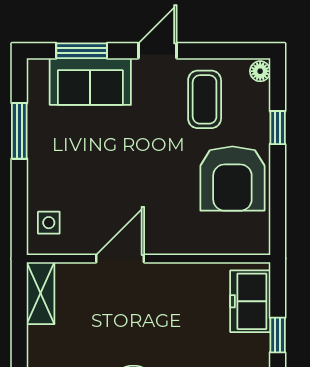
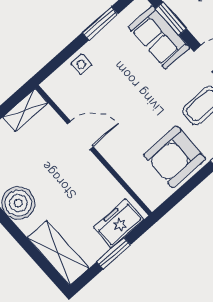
side table: (49, 223) -> (81, 64), moved
window: (278, 335) -> (114, 253), width x1.50

